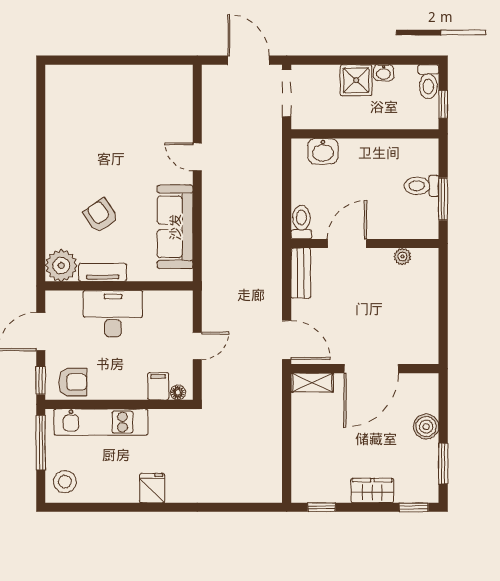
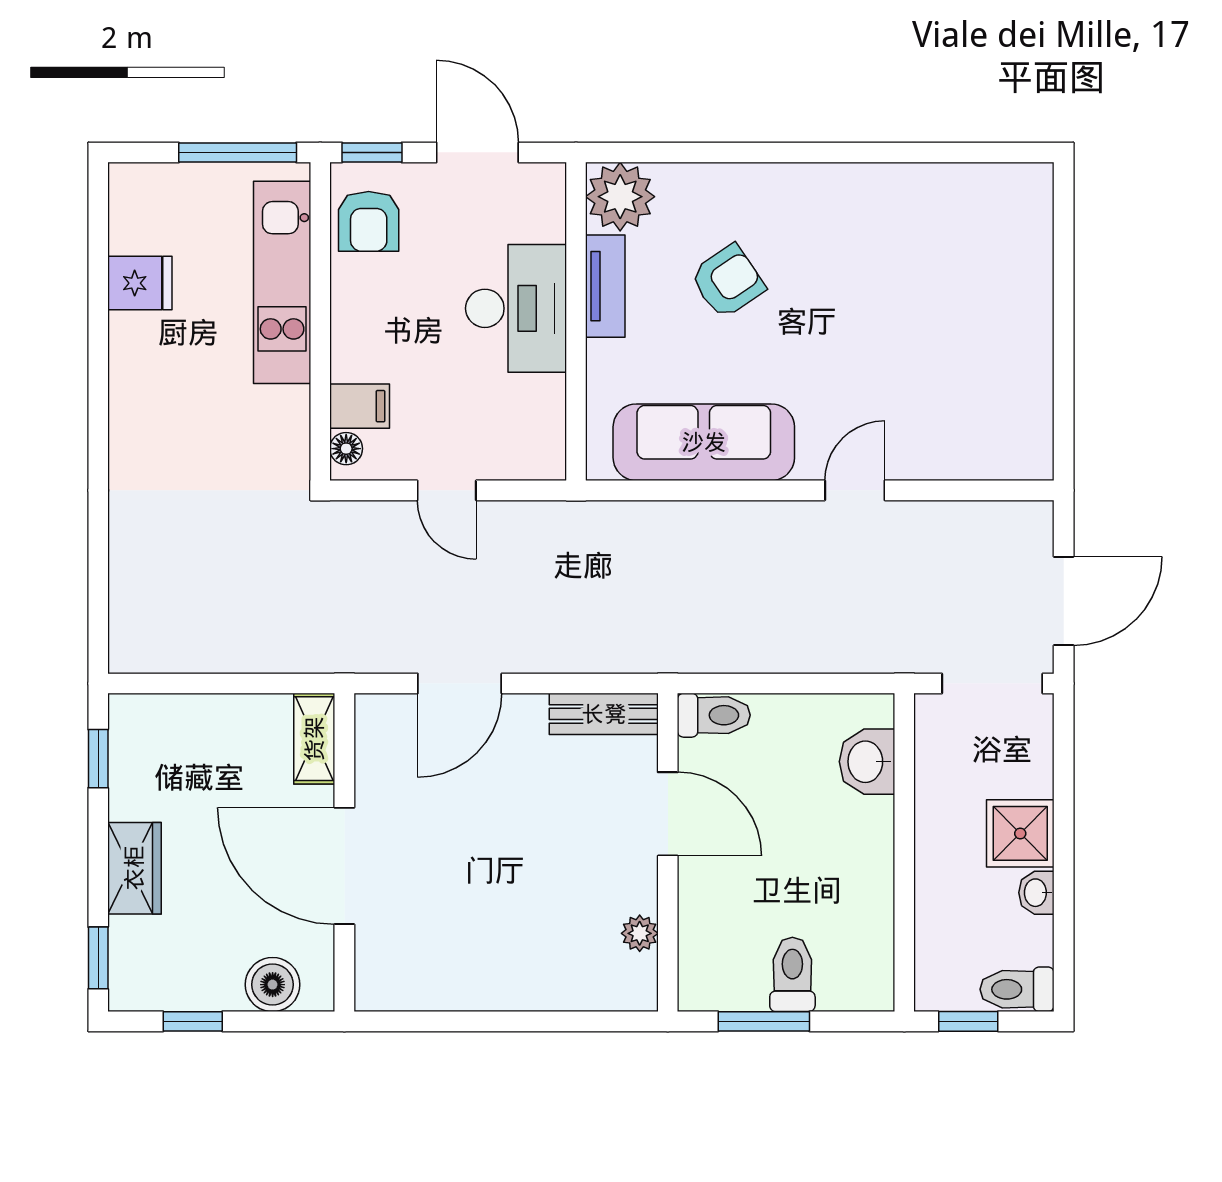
wall: (365, 369) -> (344, 852), moved
door: (371, 369) -> (344, 866), moved
shelving: (312, 383) -> (314, 739), moved
window: (443, 463) -> (193, 1021), width x0.67
stool: (65, 482) -> (153, 204), removed
fridge: (152, 488) -> (140, 283), moved

